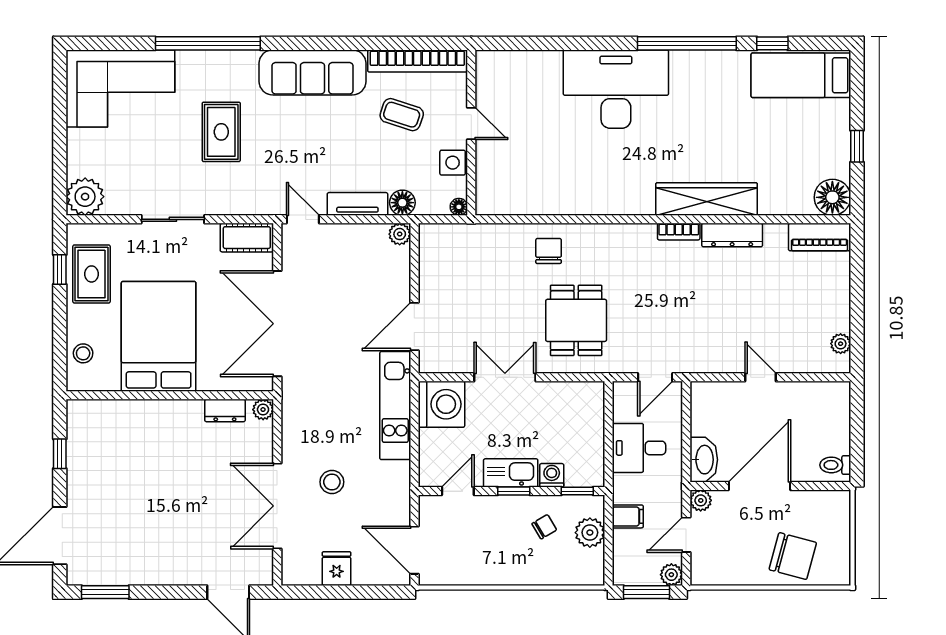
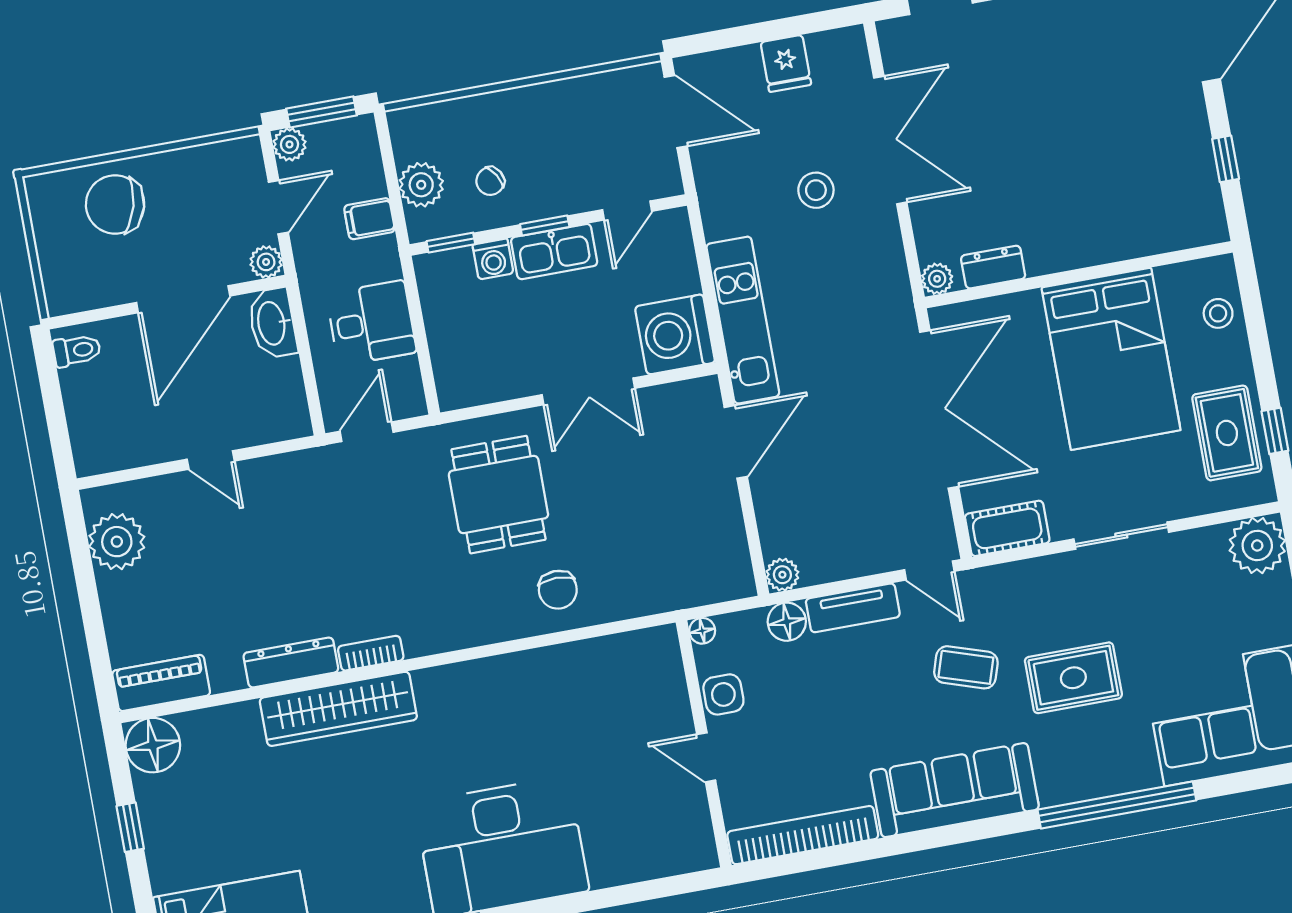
coffee table: (402, 115) -> (966, 667), moved
rug: (221, 132) -> (1073, 678), turned 90
plant: (841, 344) -> (117, 542), width x1.87, depth x1.87

